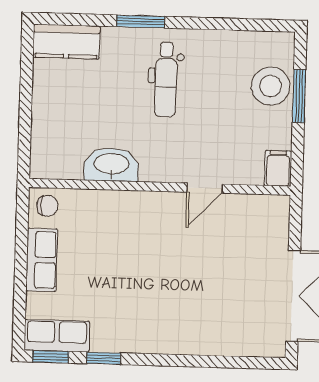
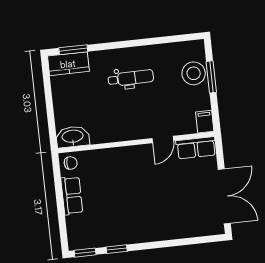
window: (141, 21) -> (73, 50), moved
dental chair: (166, 79) -> (131, 78), turned -91
washbasin: (111, 165) -> (73, 137), moved
row of seats: (57, 336) -> (196, 148), moved, turned 180

